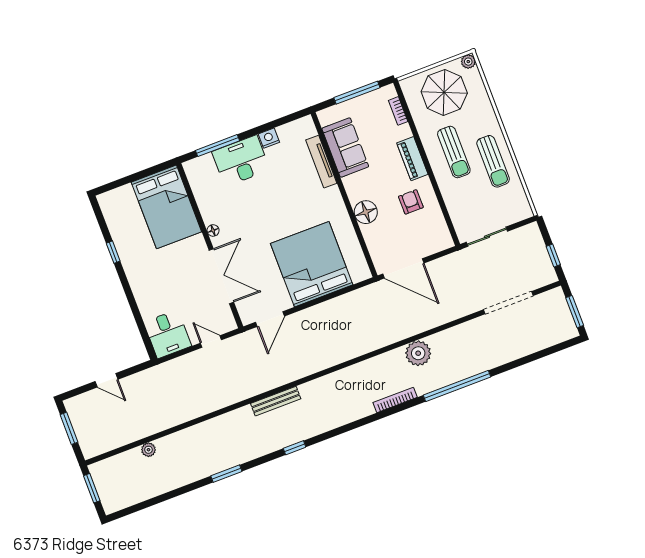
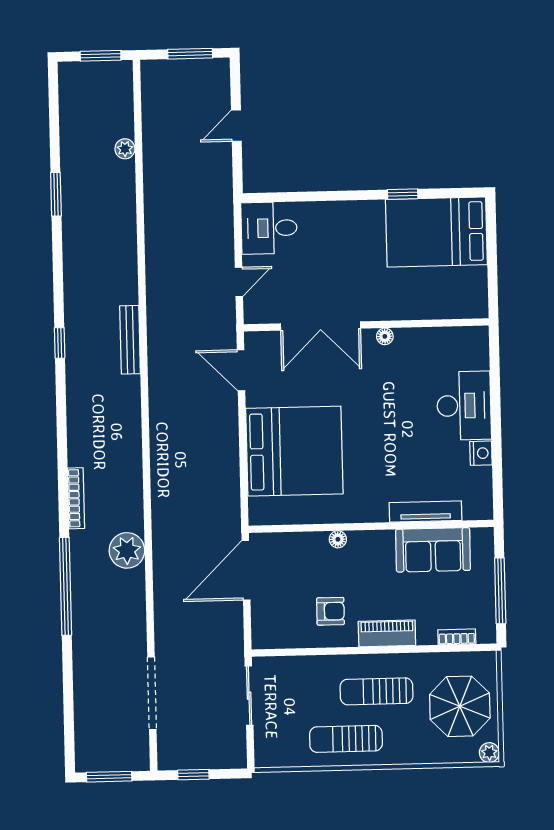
window: (217, 146) -> (495, 382), removed
bed: (166, 207) -> (436, 232), moved
floor lamp: (366, 212) -> (338, 539), width x0.53, depth x0.53
window: (226, 474) -> (56, 194), moved

